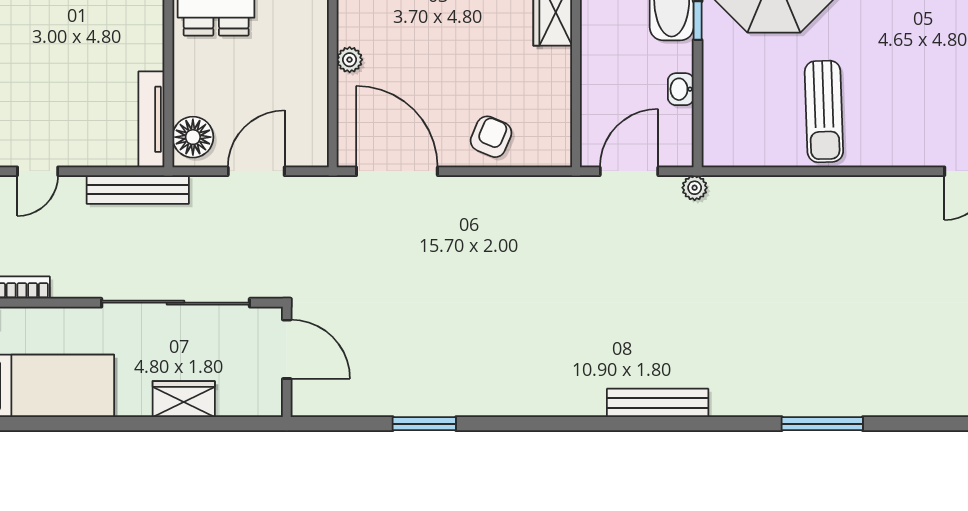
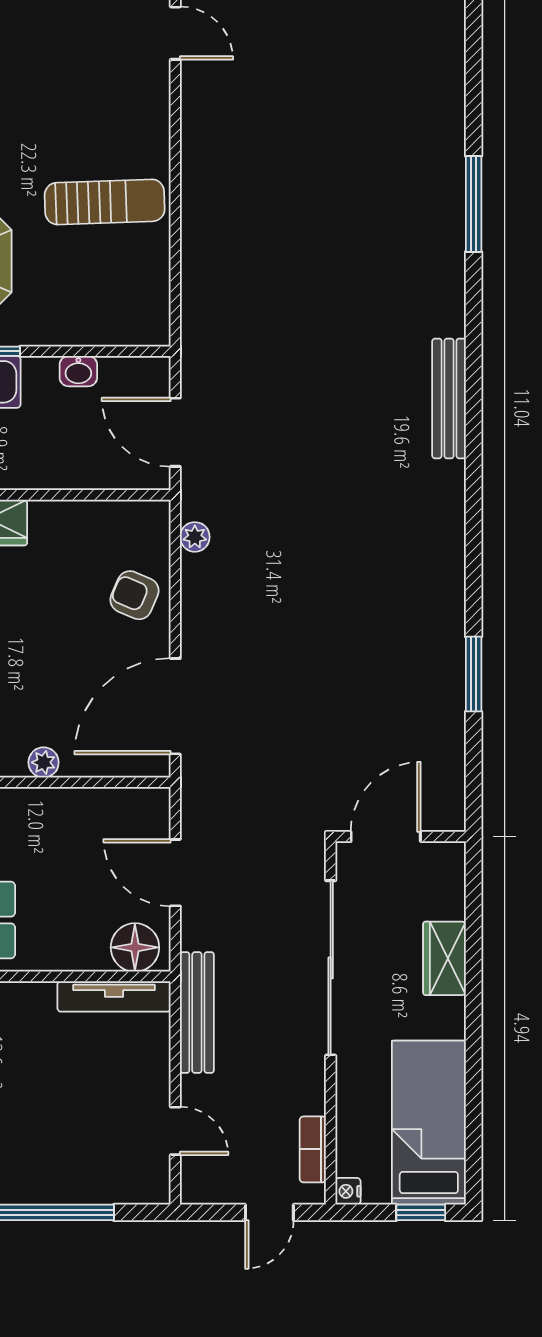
plant: (695, 188) -> (195, 537), moved

